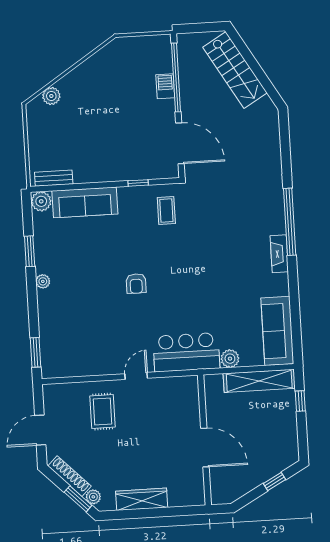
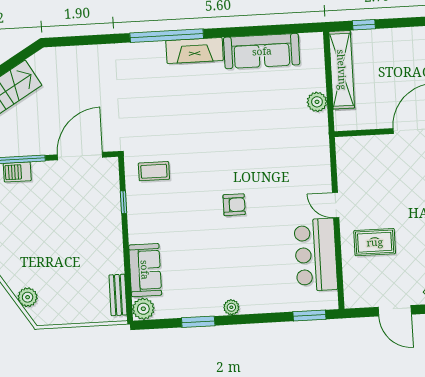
sofa: (85, 202) -> (145, 270), width x0.73
fireplace: (279, 254) -> (195, 50), width x1.37, depth x1.32
sofa: (277, 331) -> (262, 51), moved
bar counter: (186, 352) -> (316, 255), moved

